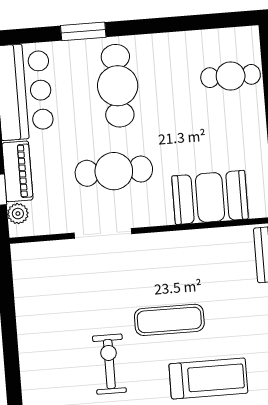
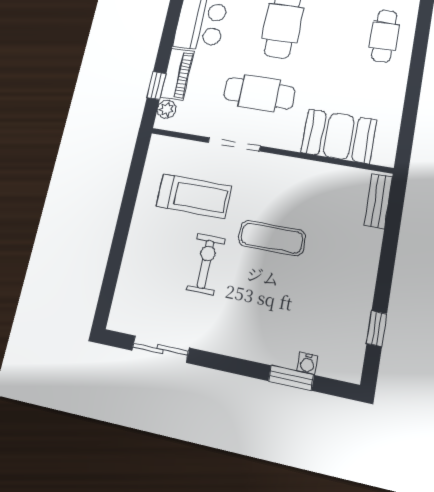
cafe table: (231, 76) -> (384, 36), turned 90
treadmill: (208, 378) -> (194, 196), moved

